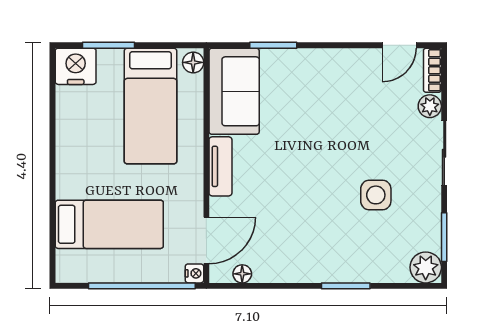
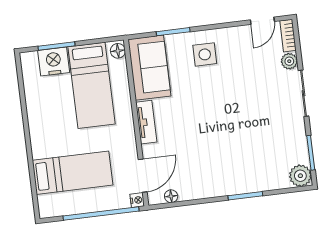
nightstand: (76, 66) -> (54, 61), moved
side table: (376, 195) -> (205, 54), moved

